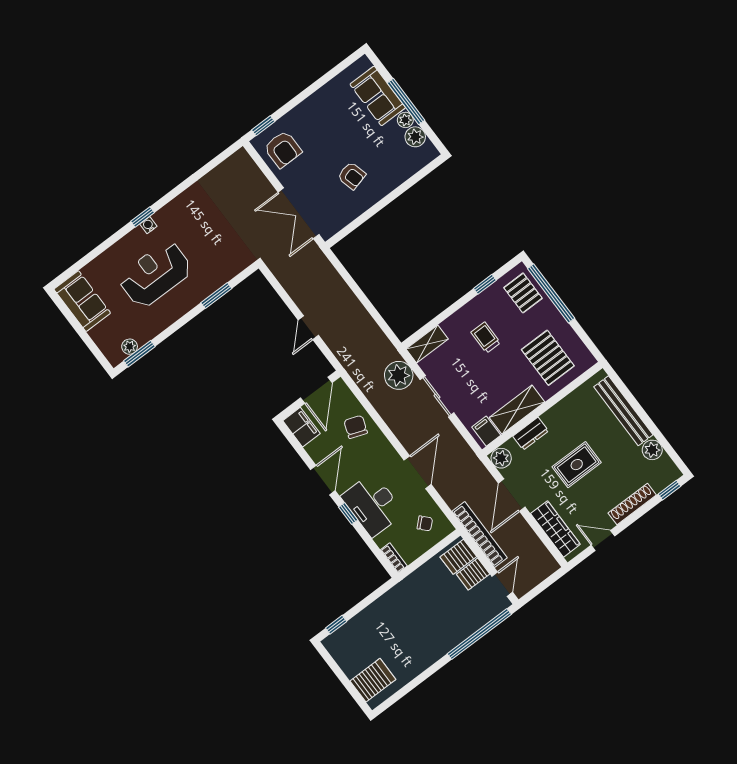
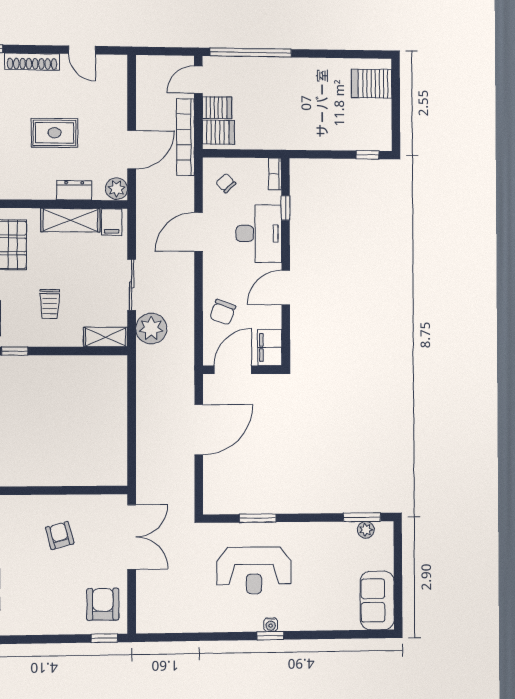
reception desk: (155, 274) -> (254, 570), moved
door: (308, 328) -> (199, 430), width x1.88
window: (348, 514) -> (285, 208), moved
wardrobe: (555, 529) -> (116, 92), removed

